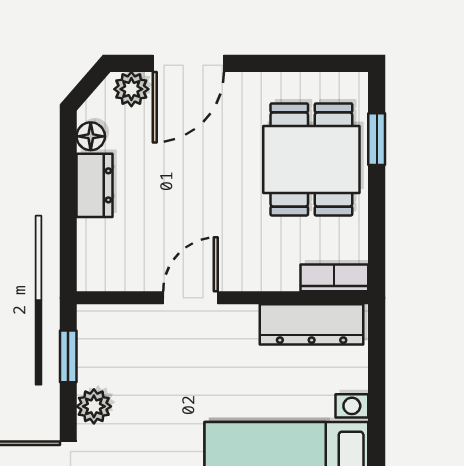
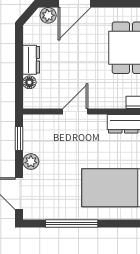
floor lamp: (91, 136) -> (29, 82), moved

